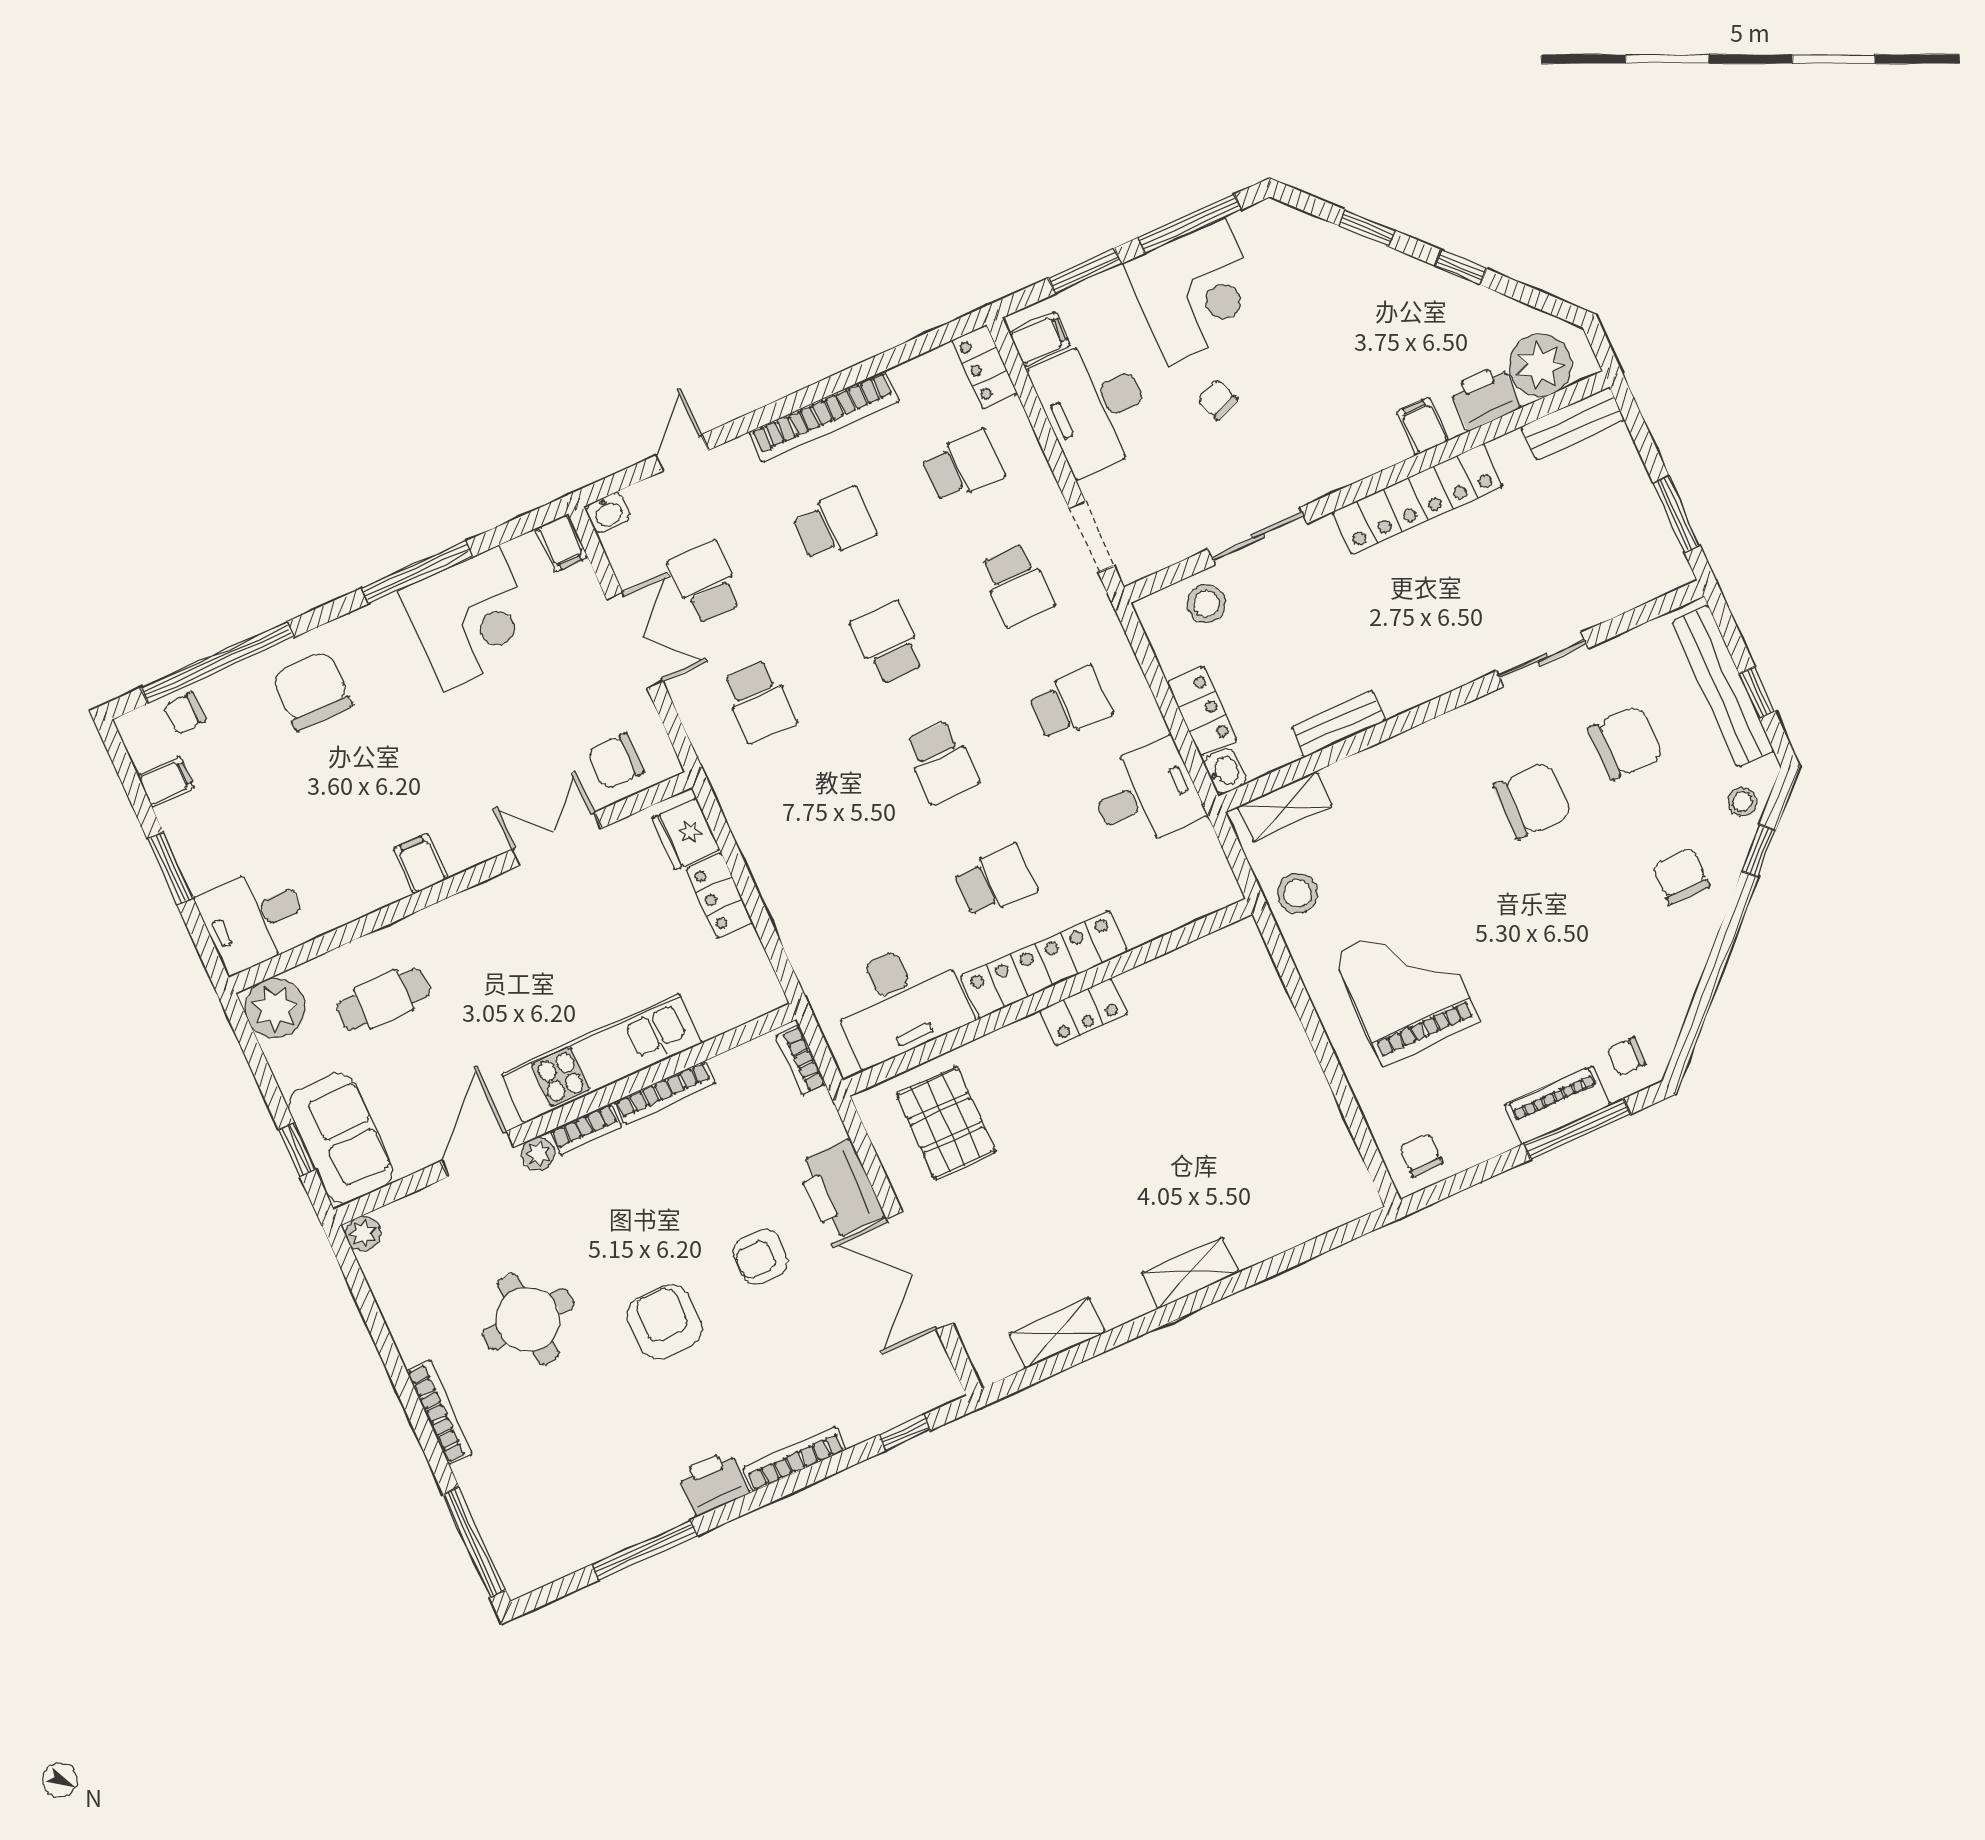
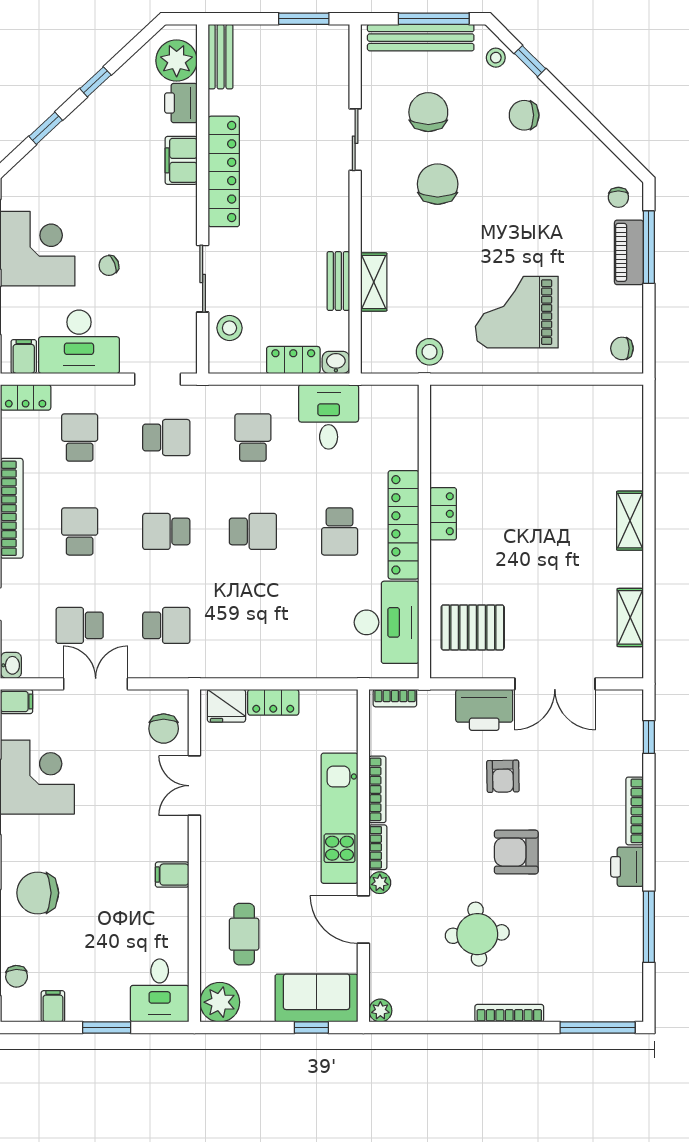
filing cabinet: (1423, 426) -> (181, 160), width x2.00
window: (1757, 692) -> (434, 19), width x2.17
shelving: (1285, 806) -> (374, 282), moved
school desk: (995, 881) -> (340, 531), turned 180

